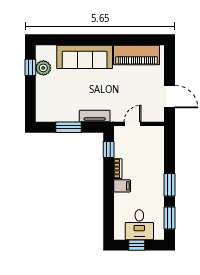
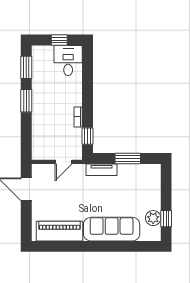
filing cabinet: (122, 186) -> (74, 100), removed
desk: (139, 225) -> (68, 61), moved

